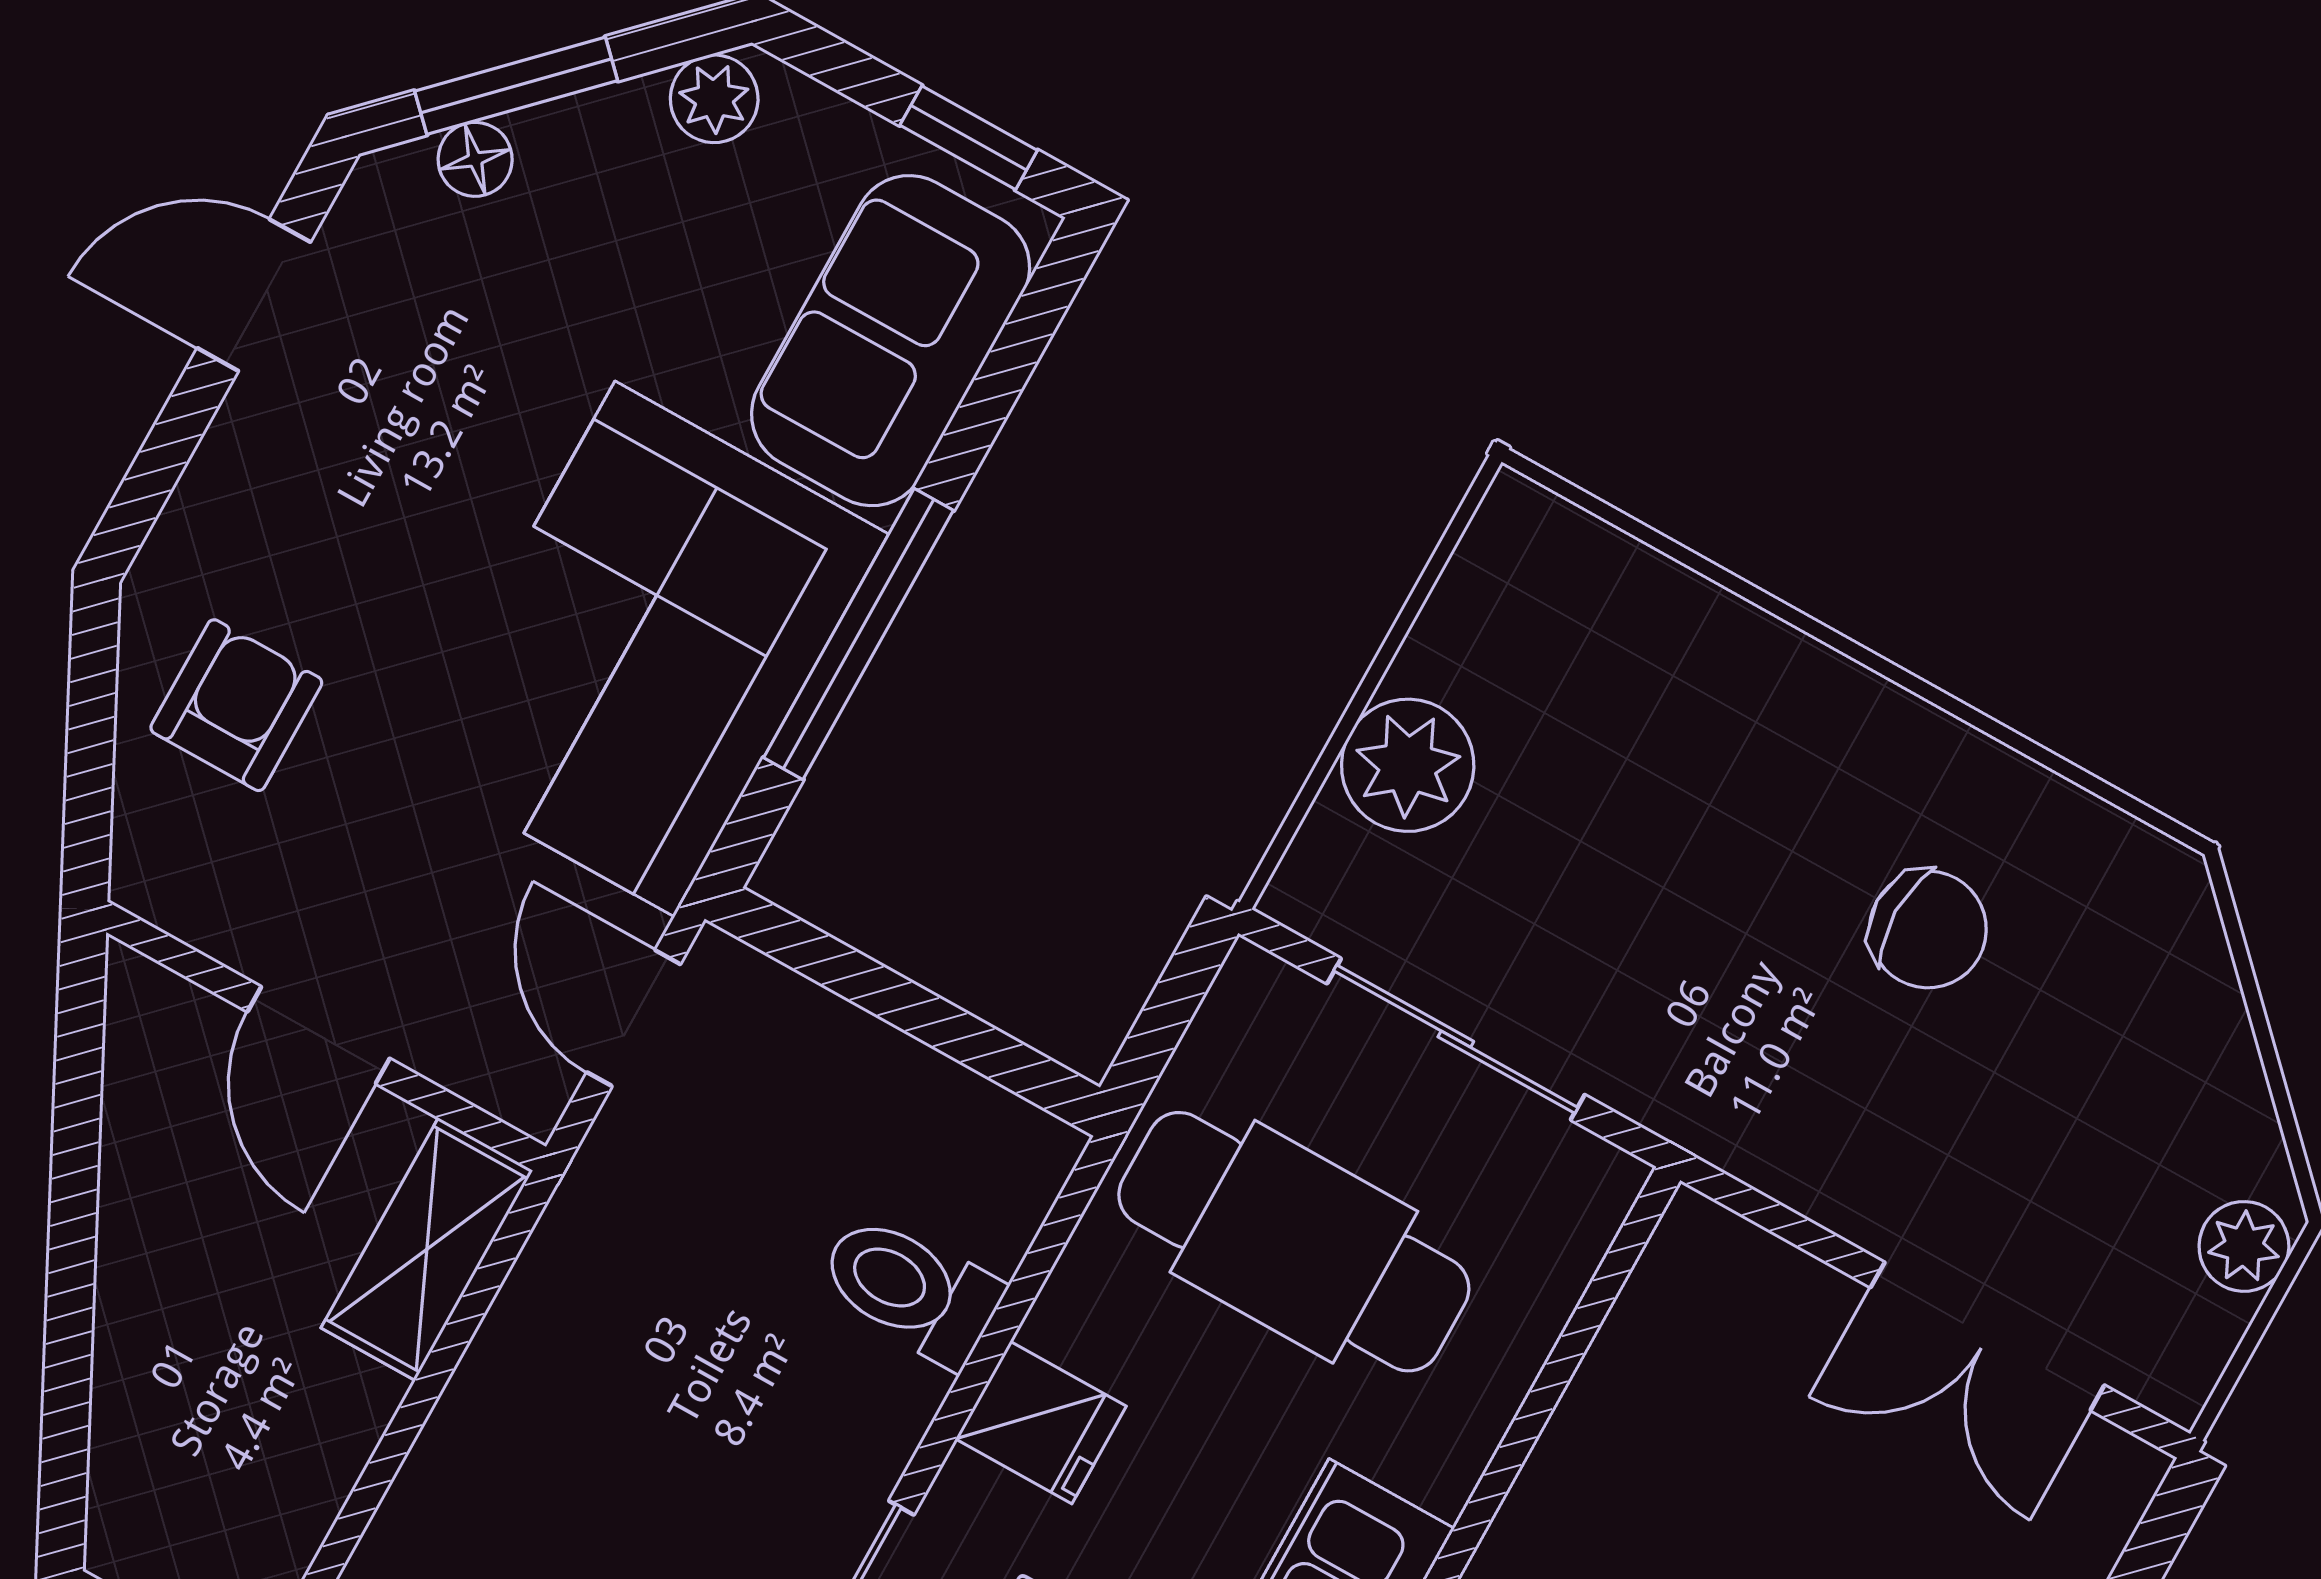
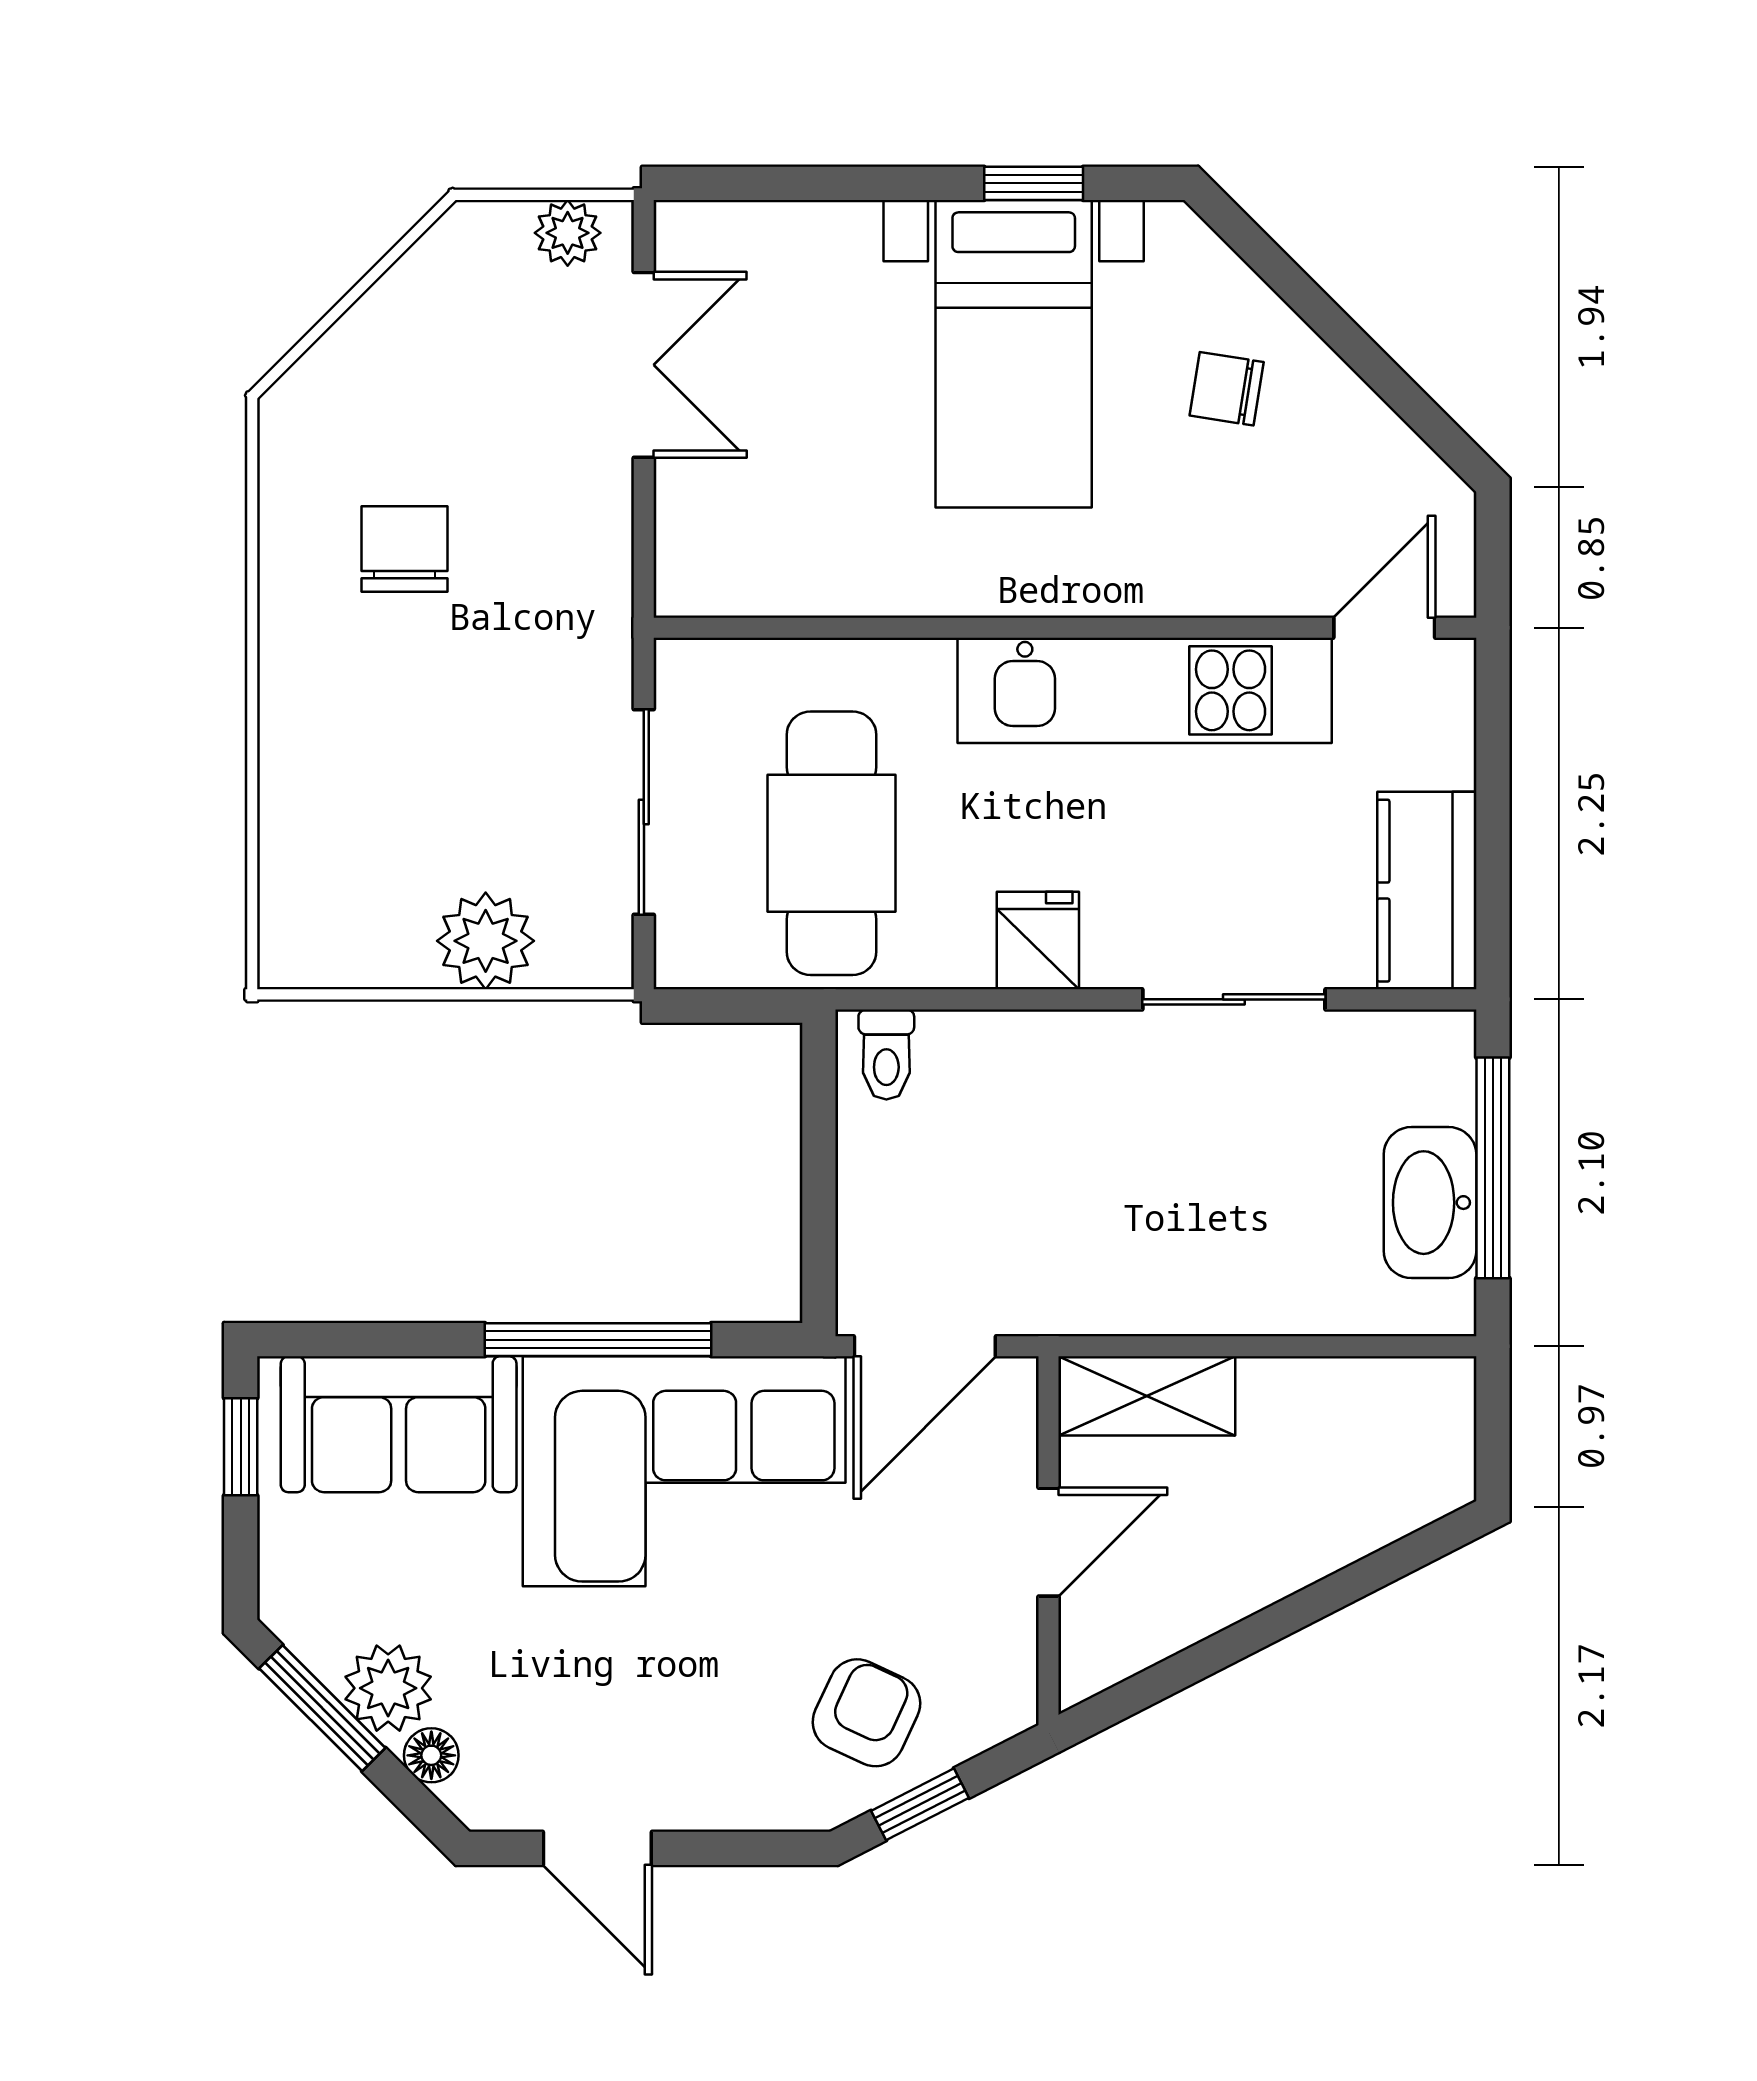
window: (516, 86) -> (322, 1708), moved
plant: (714, 99) -> (388, 1688), moved, width x1.38, depth x1.38
armchair: (236, 705) -> (866, 1713), turned 115
window: (92, 708) -> (920, 1804), added
door: (634, 1018) -> (925, 1346), width x1.37
plant: (2244, 1246) -> (568, 233), moved
toilet: (910, 1289) -> (886, 1054), moved, width x0.73, depth x0.72

